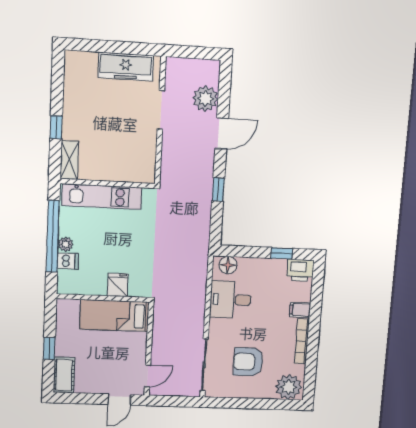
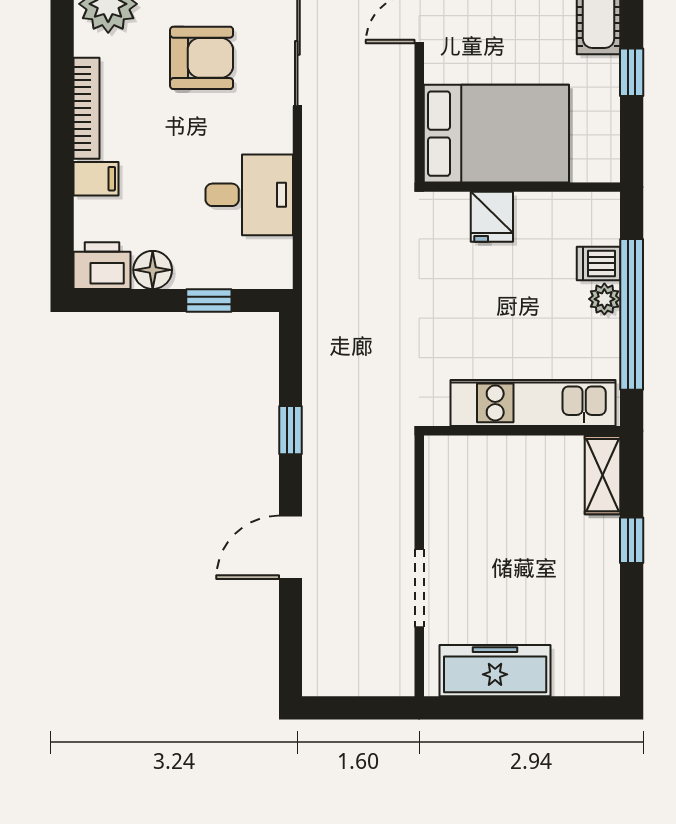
plant: (205, 99) -> (329, 617), removed
window: (282, 253) -> (209, 301), moved
floor lamp: (228, 265) -> (153, 270), moved
bed: (114, 315) -> (496, 134), width x1.50

